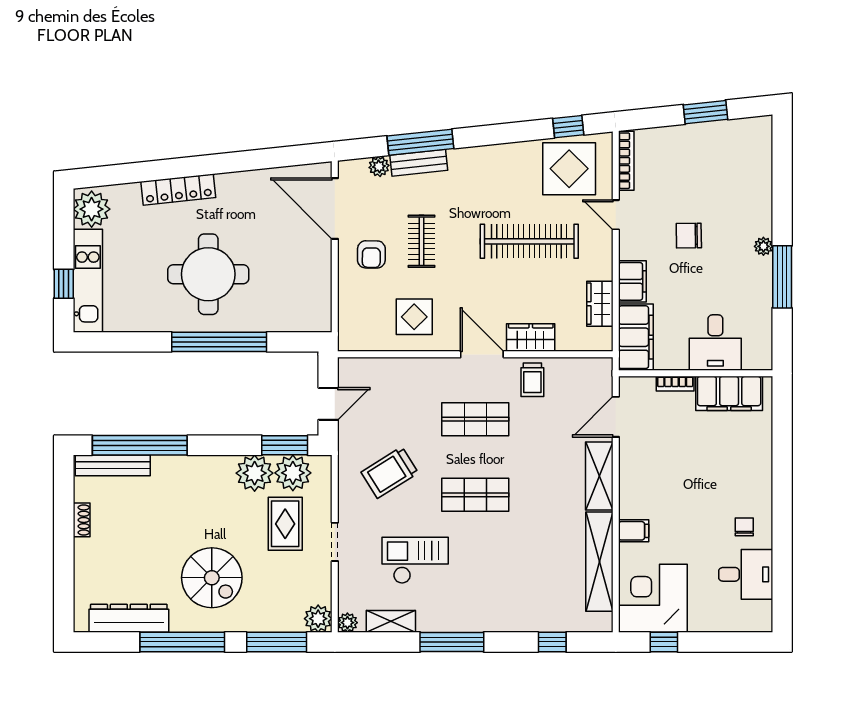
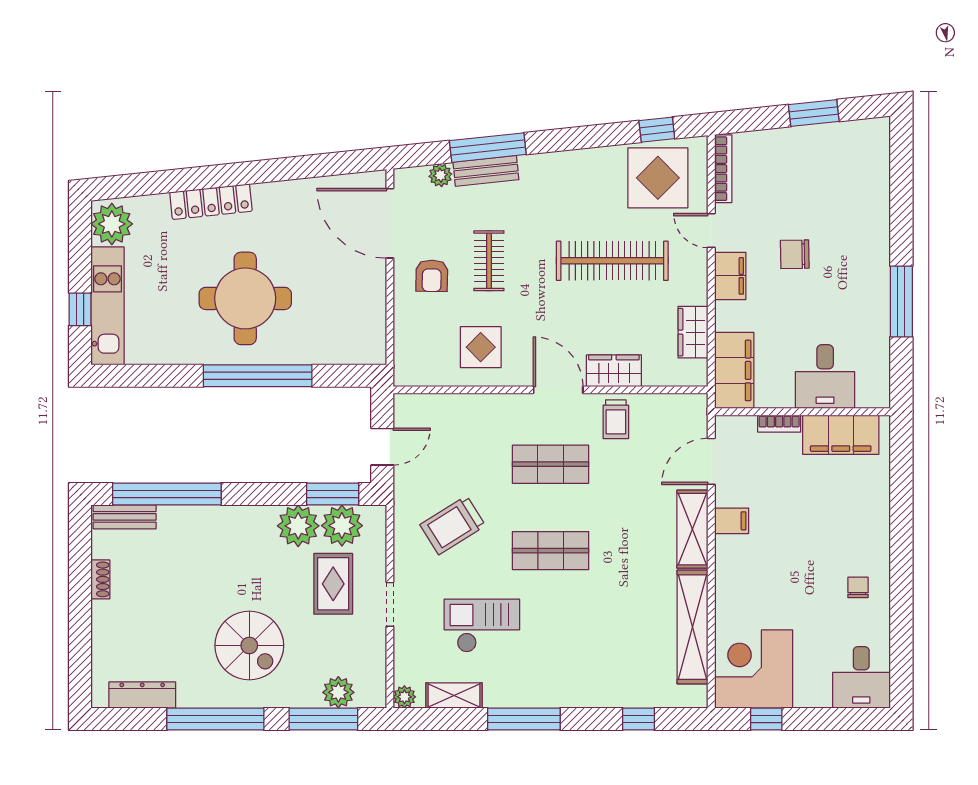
plant: (763, 246) -> (880, 266), removed
filing cabinet: (632, 281) -> (730, 276), moved
bench: (113, 465) -> (125, 517), width x0.73
filing cabinet: (634, 531) -> (732, 521), moved
desk: (746, 574) -> (861, 677), moved, turned 90
dresser: (129, 618) -> (142, 695), width x0.73, depth x0.80
plant: (318, 619) -> (338, 692), moved

